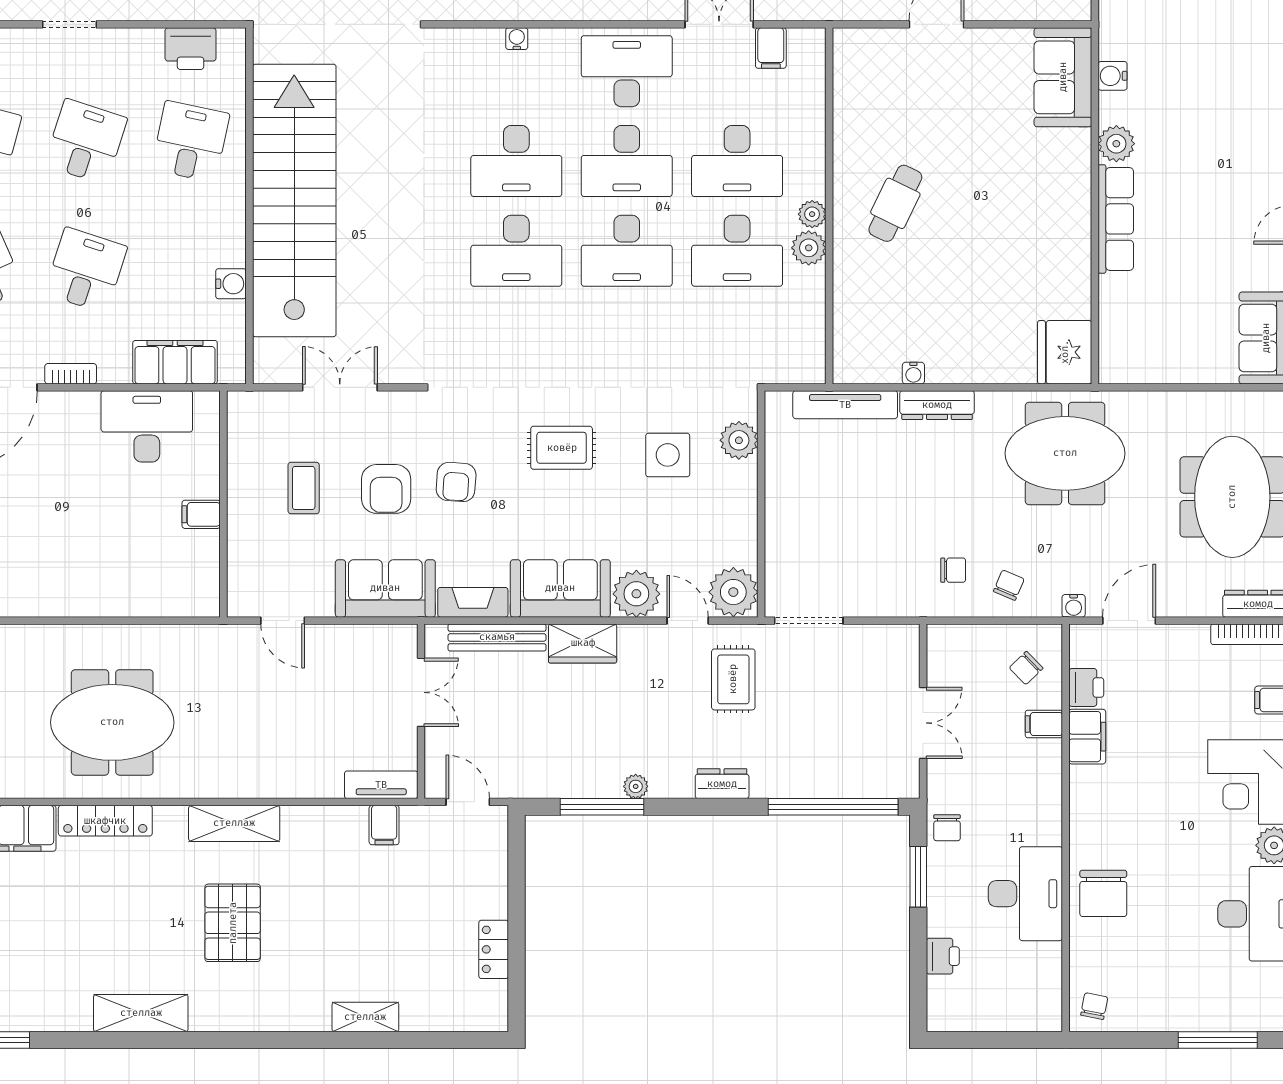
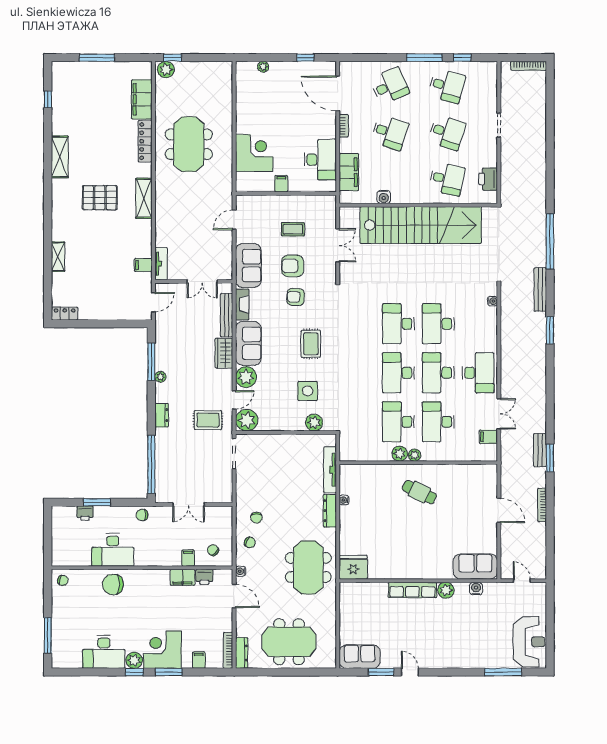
water cooler: (517, 39) -> (493, 301), moved
corner desk: (132, 575) -> (254, 153), added
window: (918, 877) -> (97, 502), moved
locker: (494, 949) -> (65, 314), moved

